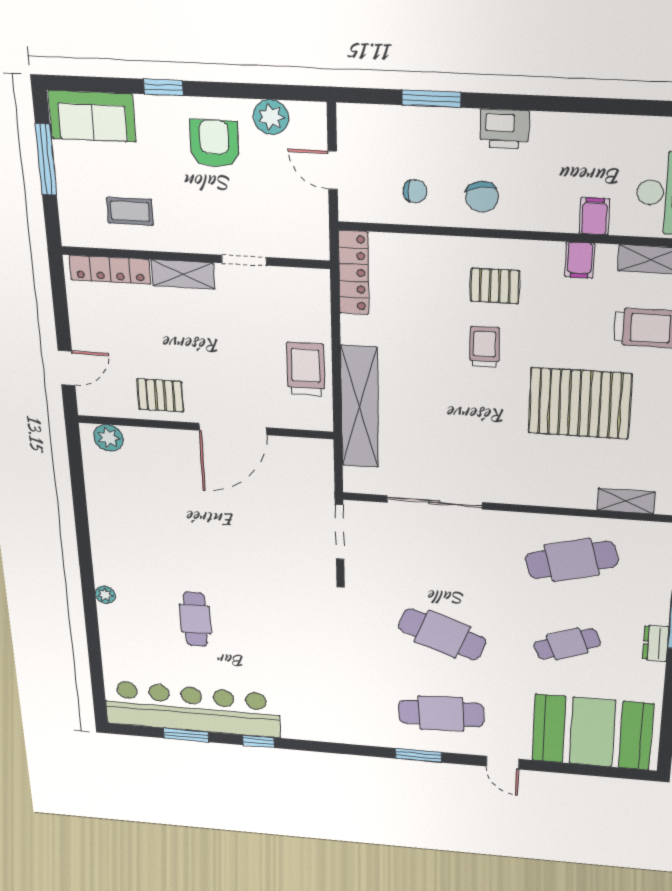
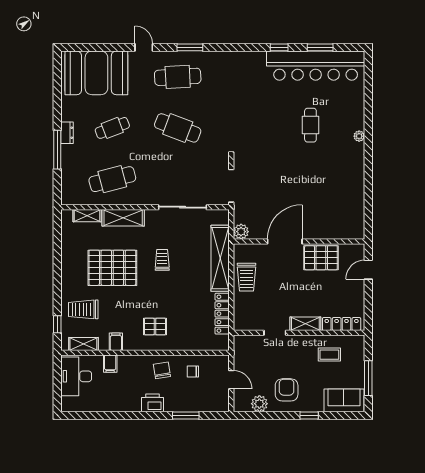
armchair: (214, 143) -> (287, 390), turned 180
locker: (354, 273) -> (222, 314), moved
trolley: (485, 347) -> (162, 260), moved, turned 180
pallet: (160, 395) -> (321, 258), width x1.50, depth x1.42
plant: (108, 438) -> (241, 232), moved
shelving: (553, 492) -> (123, 218), added

